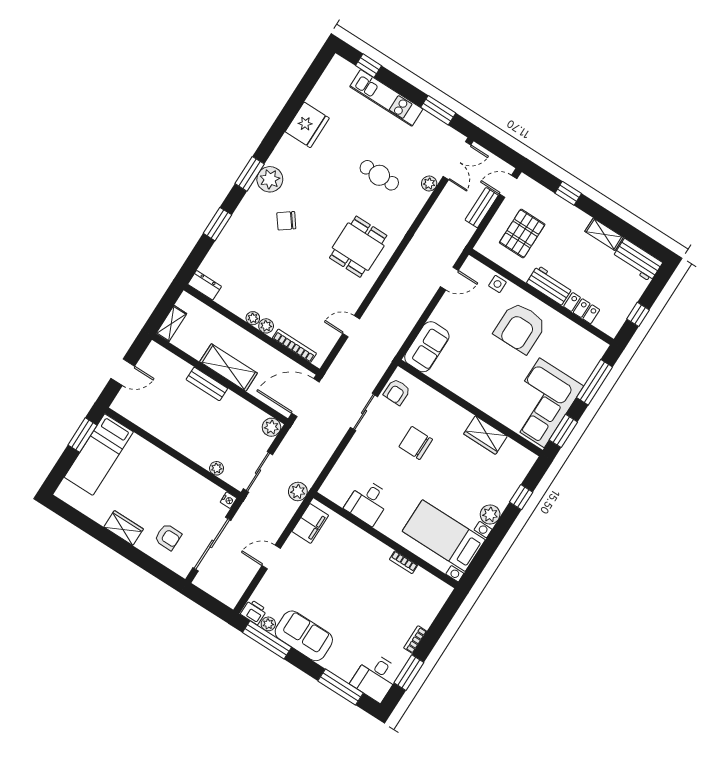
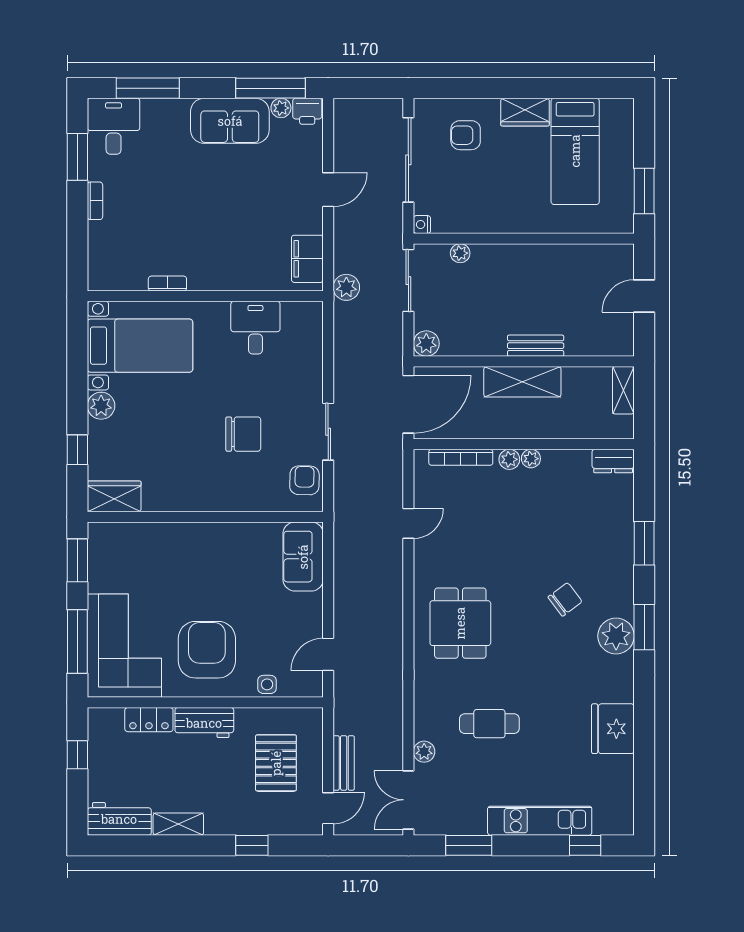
corner sofa: (542, 403) -> (124, 646), moved
wardrobe: (485, 435) -> (114, 496), moved
bed: (99, 455) -> (575, 151), moved, turned 180

